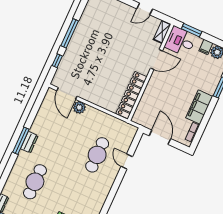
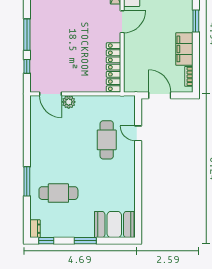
window: (21, 141) -> (27, 181), moved
dresser: (29, 142) -> (36, 157), removed
cafe table: (35, 182) -> (58, 193), turned 90

